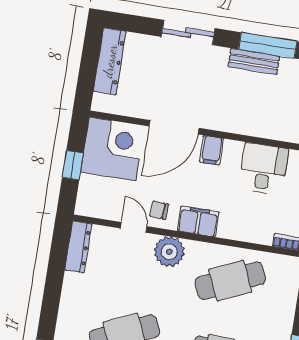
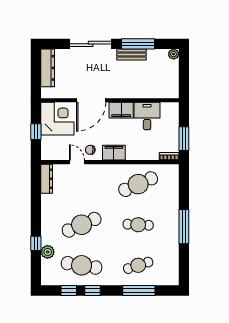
sliding door: (188, 33) -> (91, 44), width x1.37
filing cabinet: (212, 150) -> (121, 110), width x2.00
plant: (169, 252) -> (100, 173), removed

